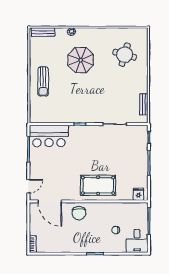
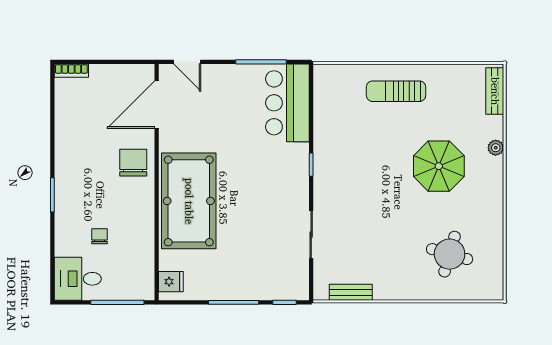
pool table: (98, 185) -> (189, 201), width x1.36, depth x1.32
chair: (79, 213) -> (133, 163), turned 90

